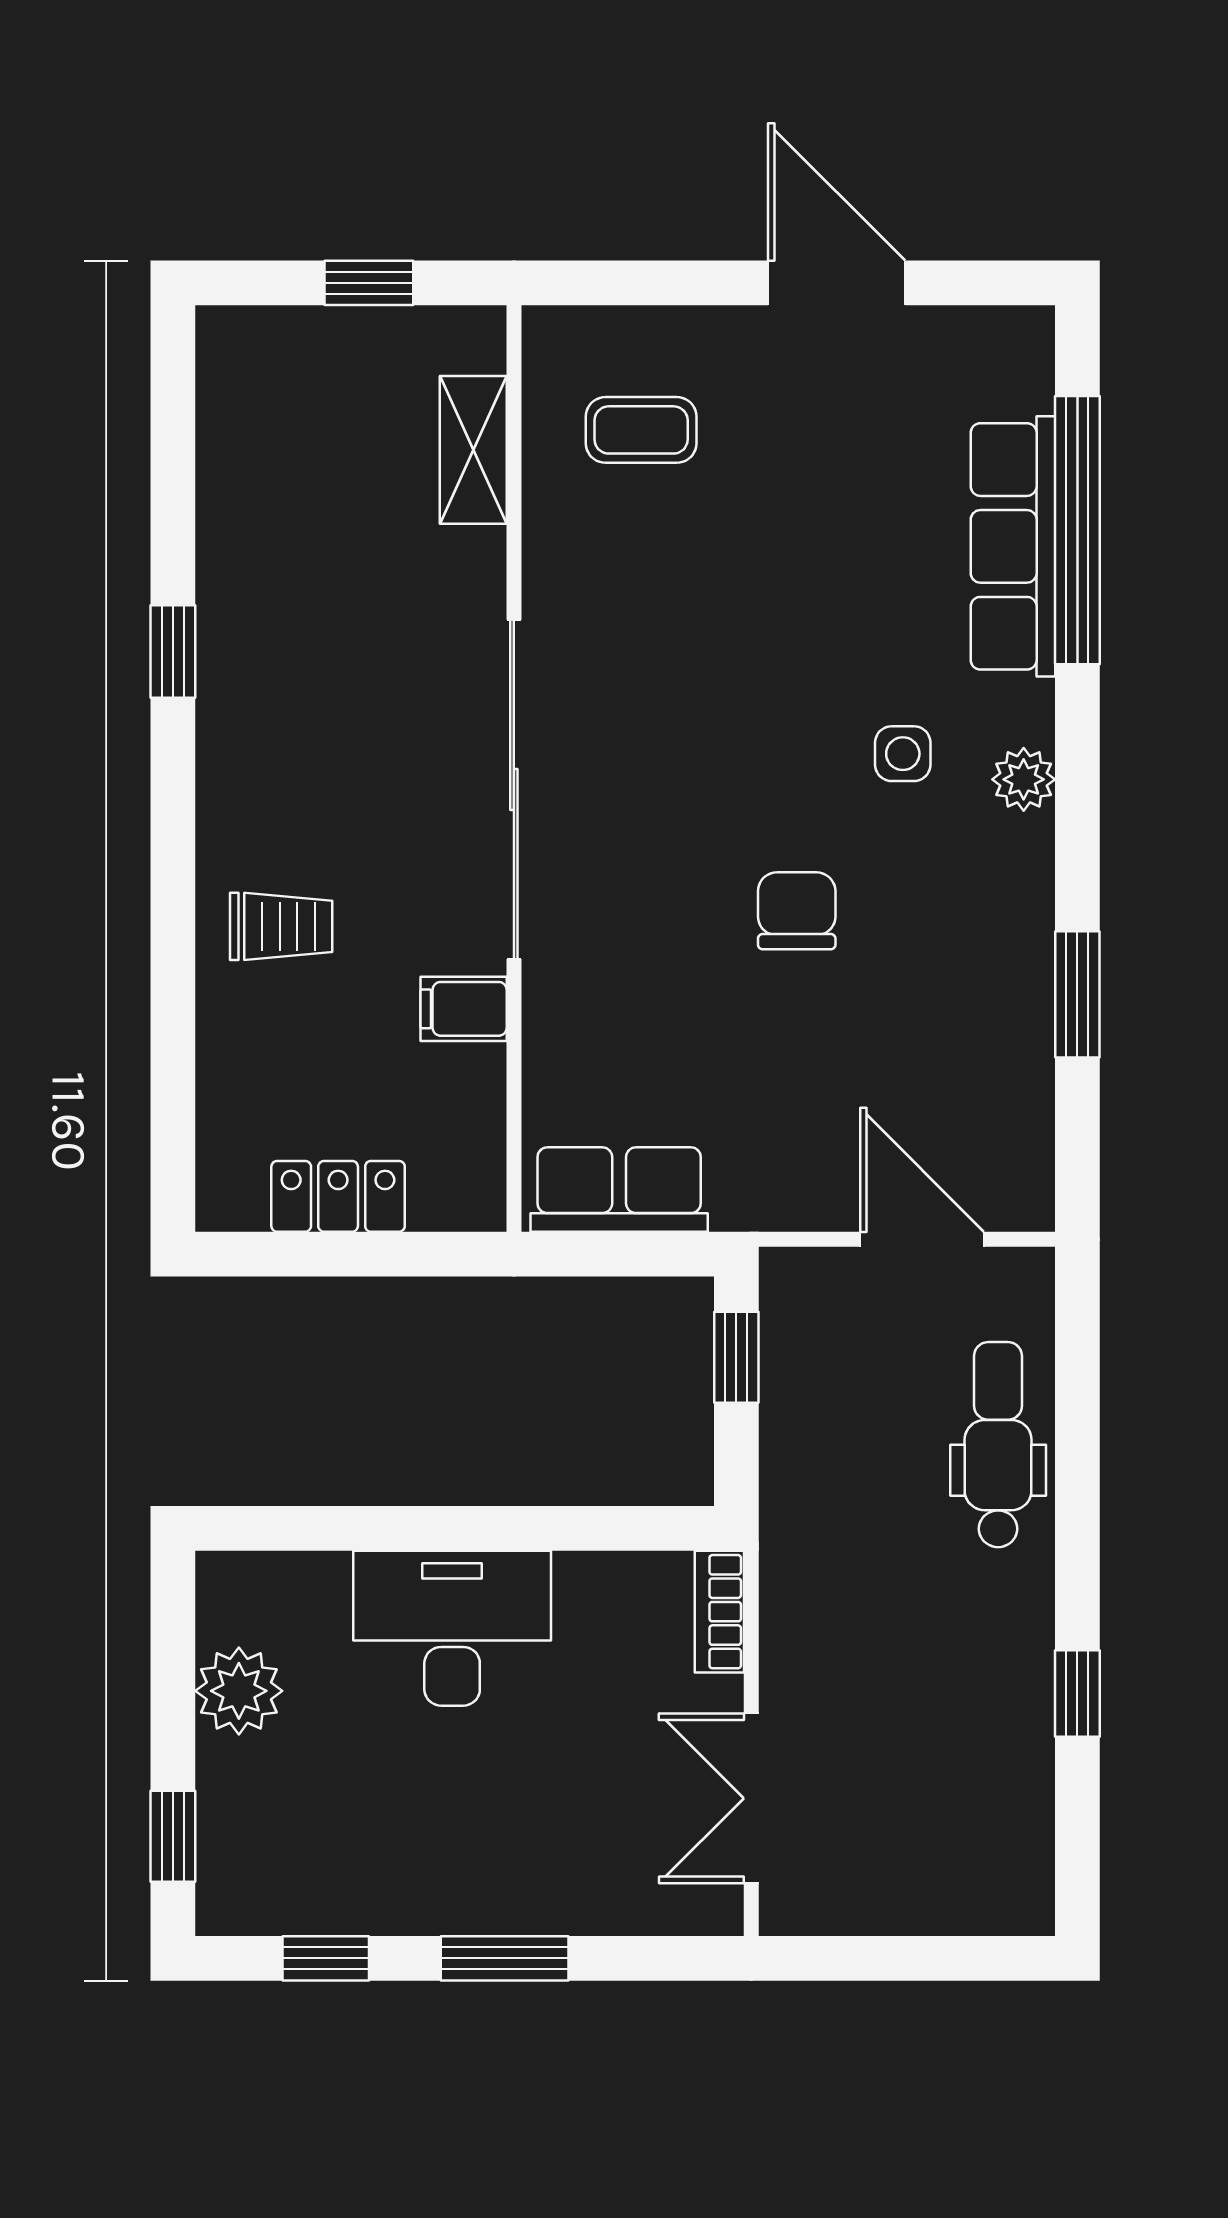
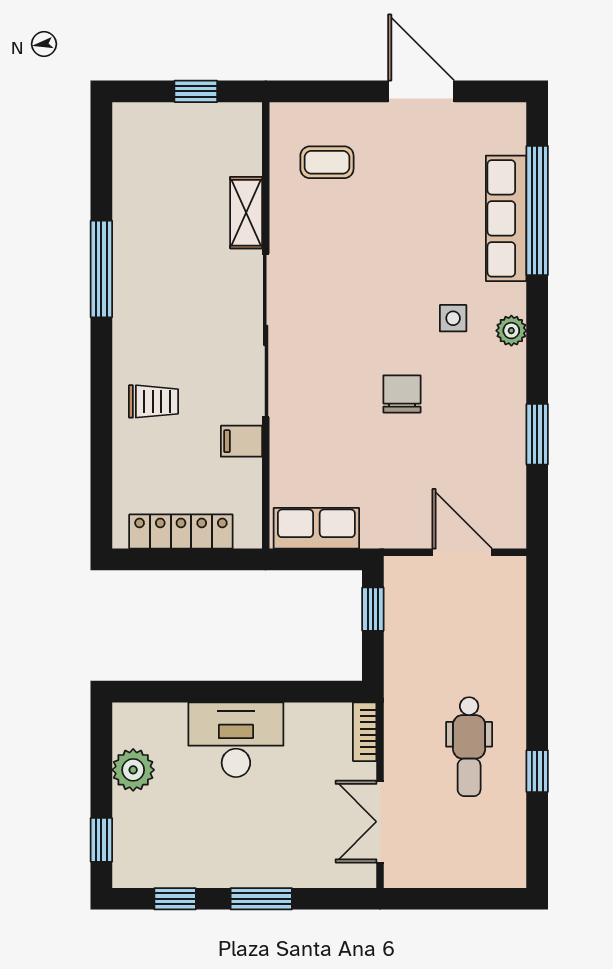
shelving: (473, 450) -> (246, 213), moved
window: (173, 652) -> (101, 269), width x2.17
locker: (338, 1196) -> (181, 532), width x1.53
dental chair: (998, 1445) -> (469, 747), moved, turned 180

